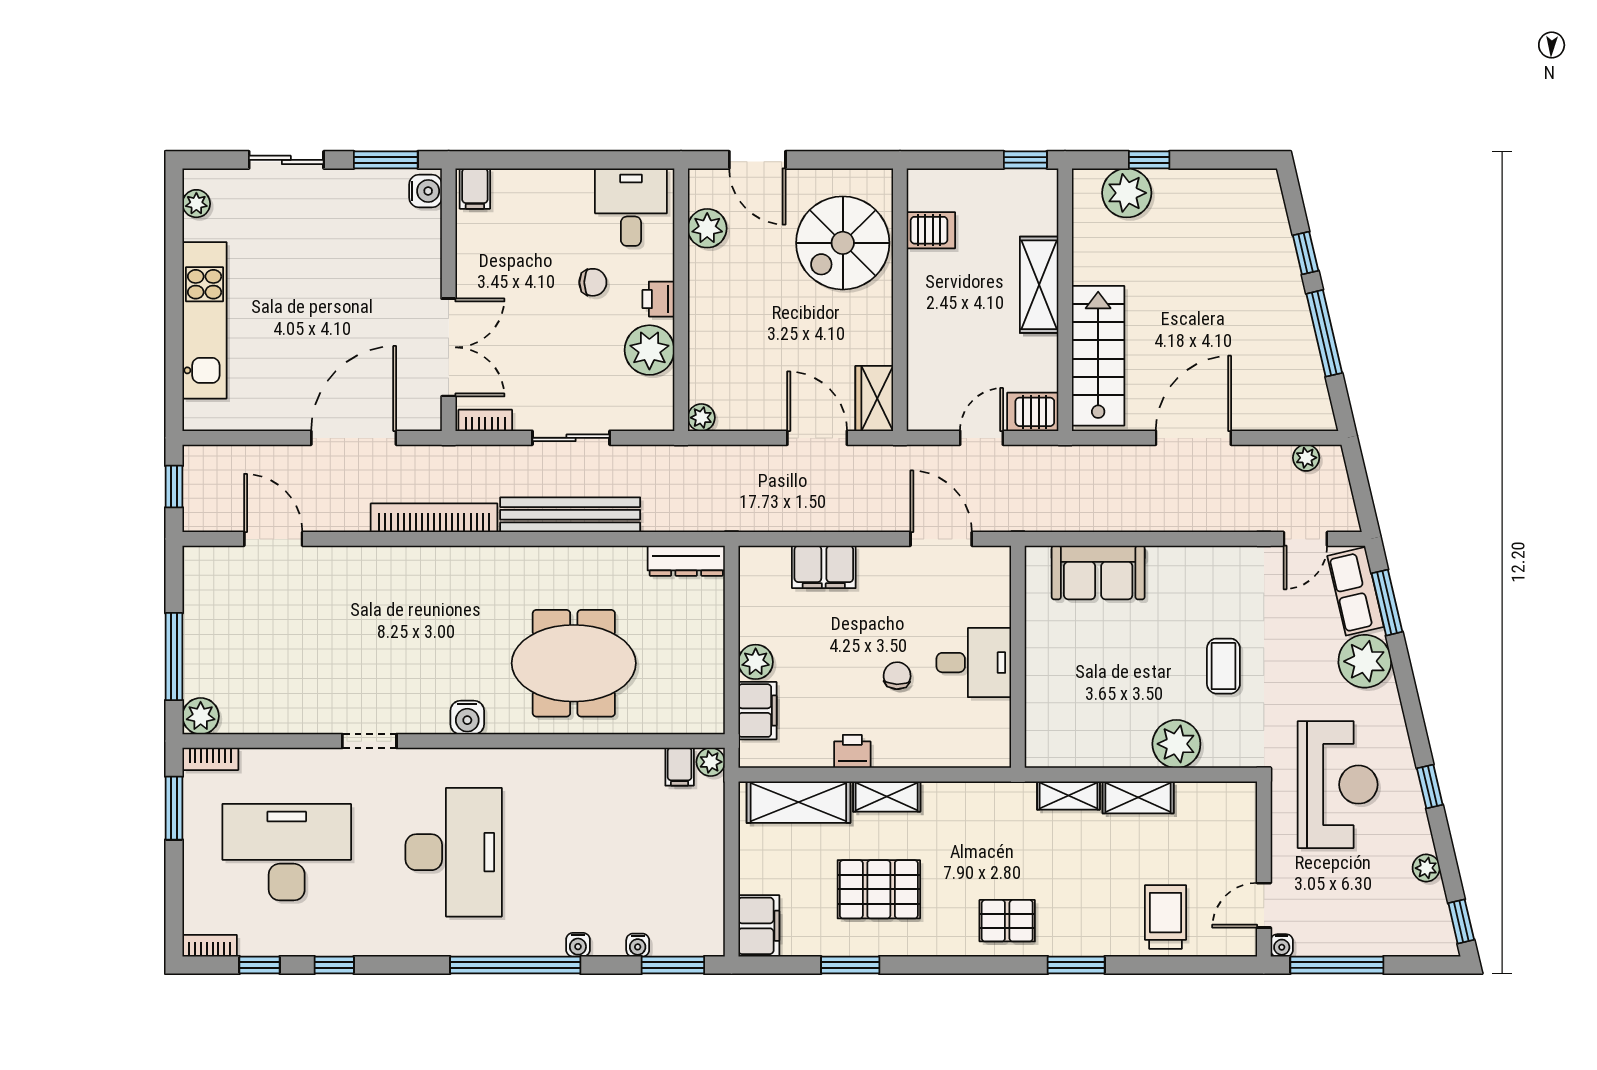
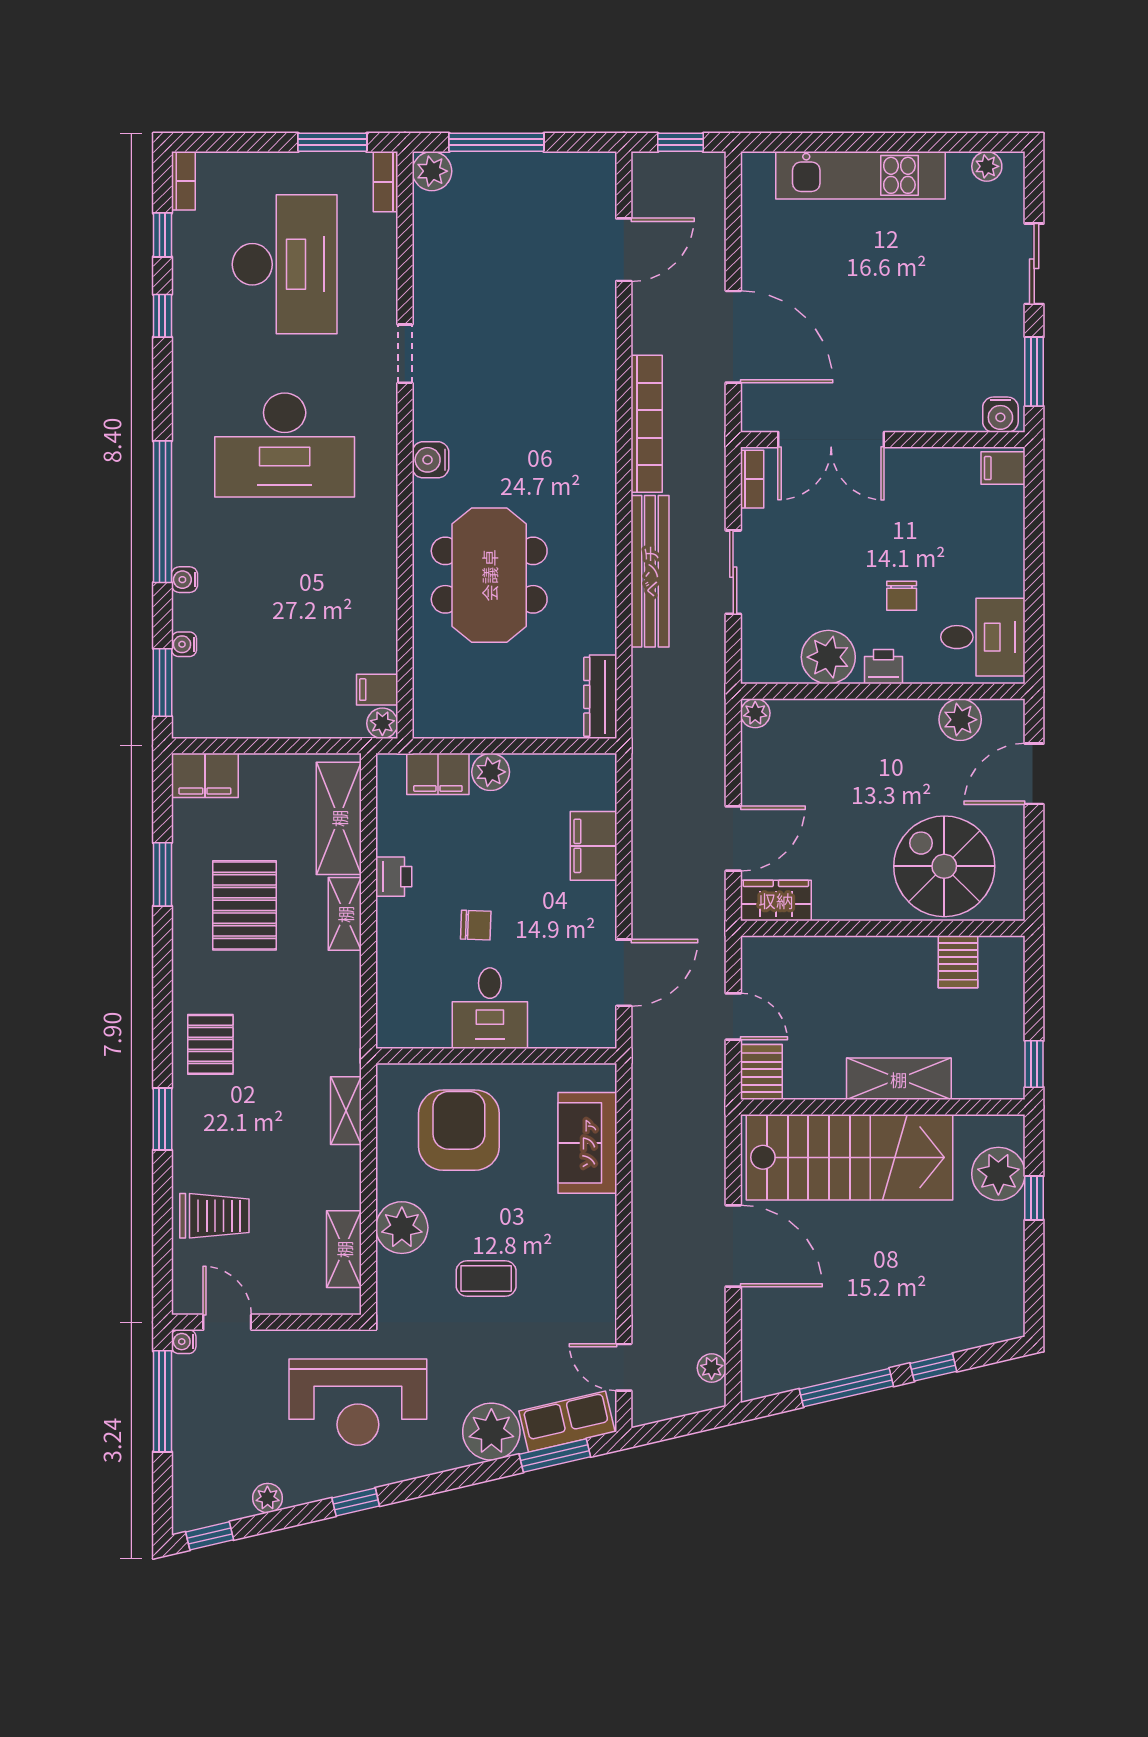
stairs: (1098, 356) -> (850, 1157), width x1.36, depth x1.51
armchair: (1086, 691) -> (459, 1130), added
shelving: (1138, 797) -> (344, 1249), moved

